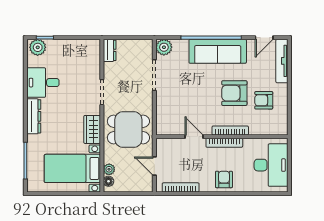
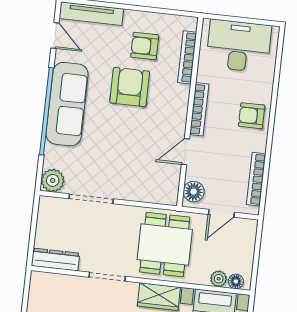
dresser: (110, 50) -> (55, 260), width x1.44
armchair: (234, 93) -> (130, 87), turned 180
armchair: (264, 100) -> (145, 46), turned 90
bookcase: (230, 130) -> (187, 57), moved
floor lamp: (167, 145) -> (194, 192), added

